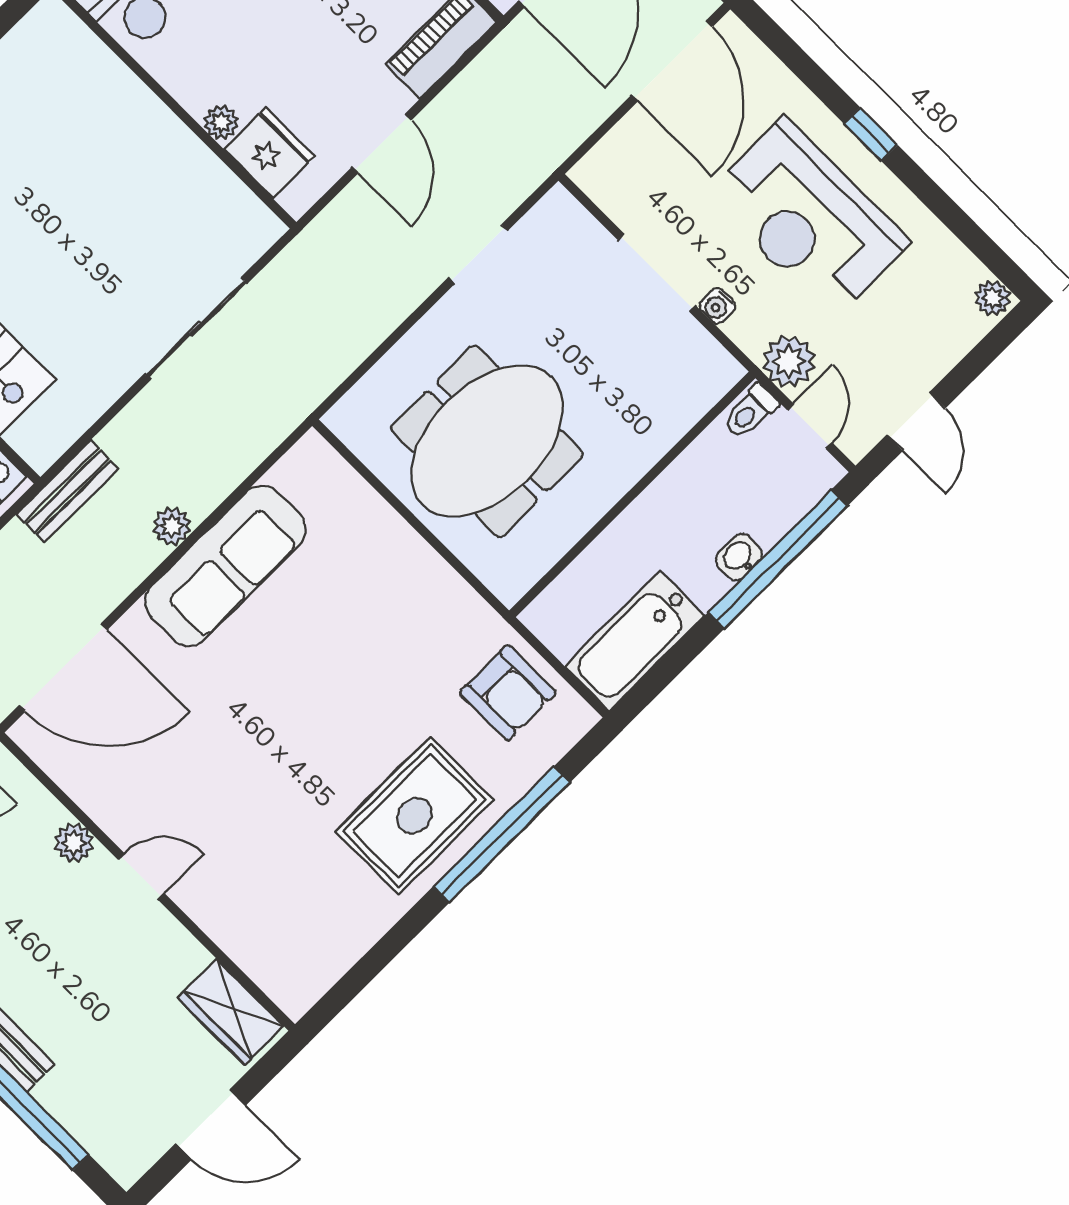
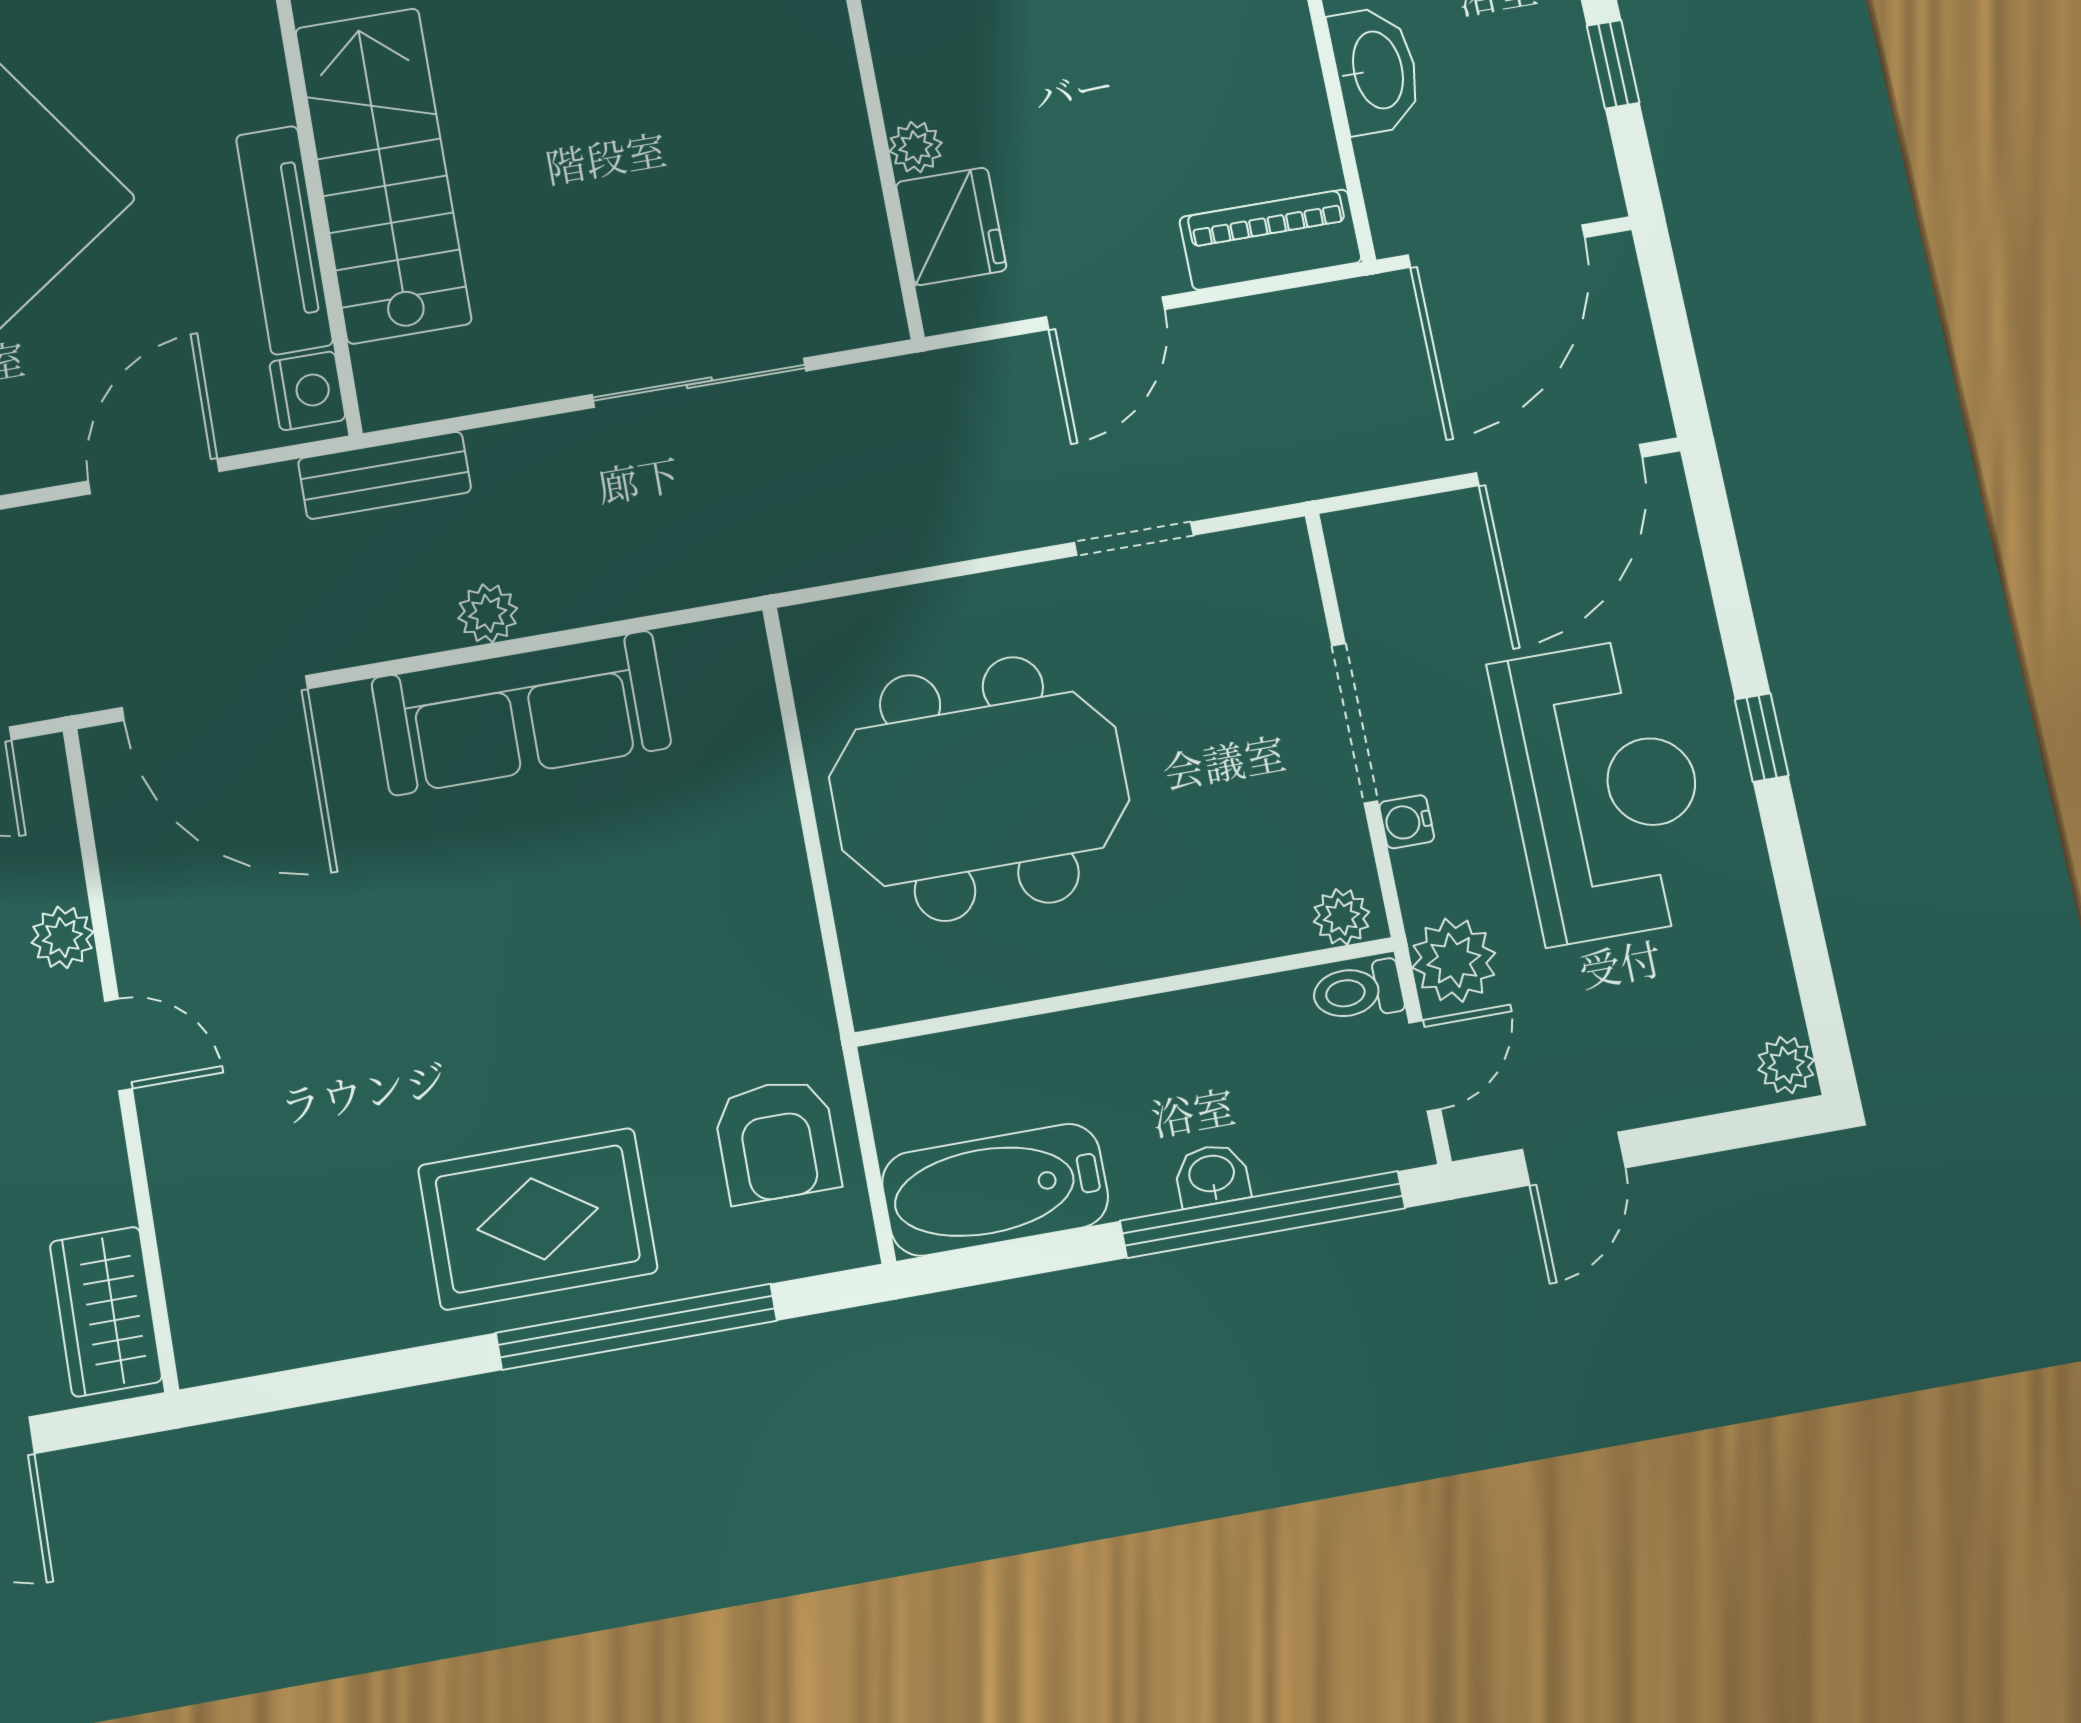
reception desk: (808, 218) -> (1605, 790), turned 180
plant: (717, 379) -> (1341, 917), added

